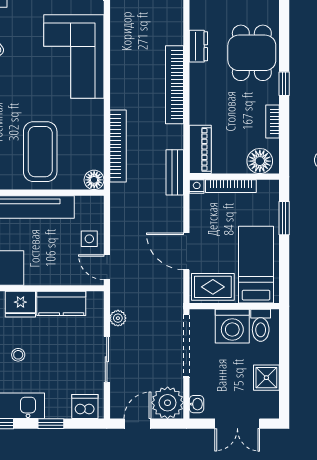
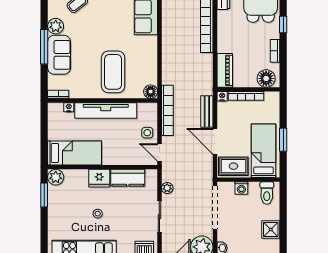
bookcase: (118, 146) -> (167, 110), moved
bench: (175, 172) -> (207, 111), moved
window: (284, 218) -> (283, 140), moved
washing machine: (232, 326) -> (241, 188), width x0.53, depth x0.53

